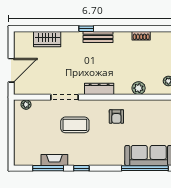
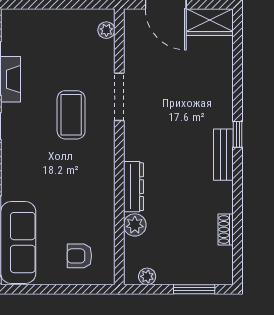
wardrobe: (47, 39) -> (210, 22), moved, turned -90
dresser: (99, 89) -> (133, 187), moved
armchair: (116, 117) -> (79, 256), moved

